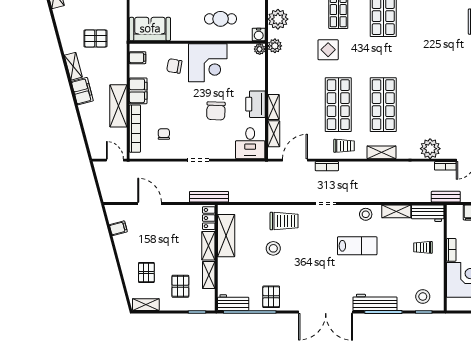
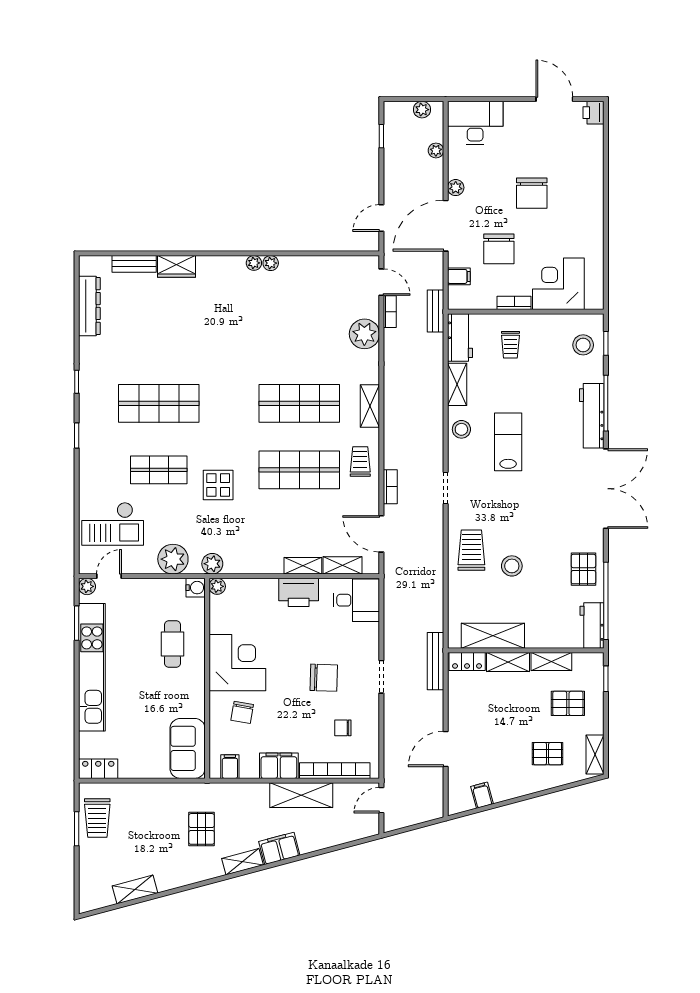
chair: (216, 111) -> (324, 678), moved
pallet: (271, 297) -> (583, 569), turned 90

